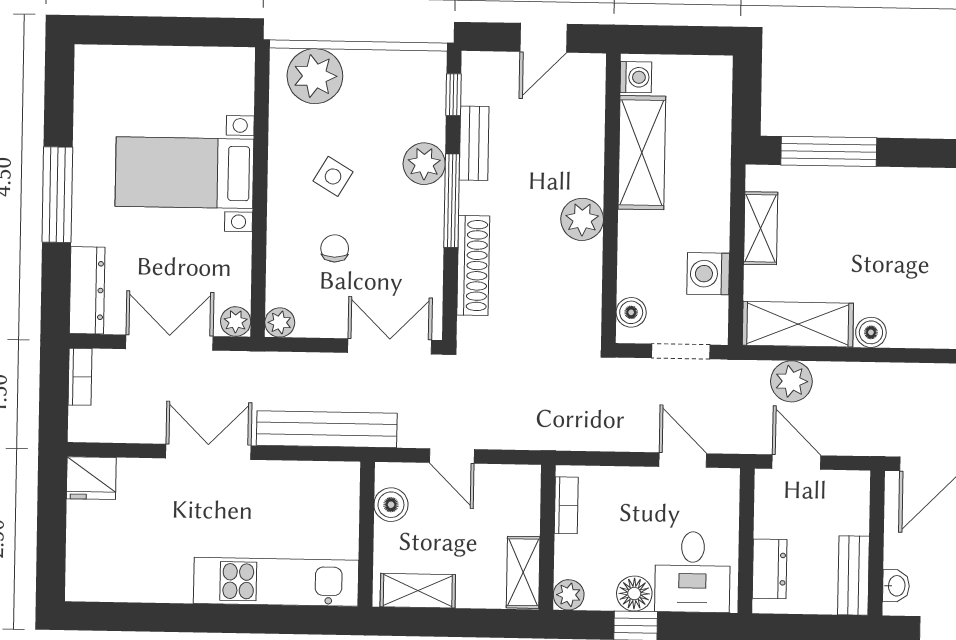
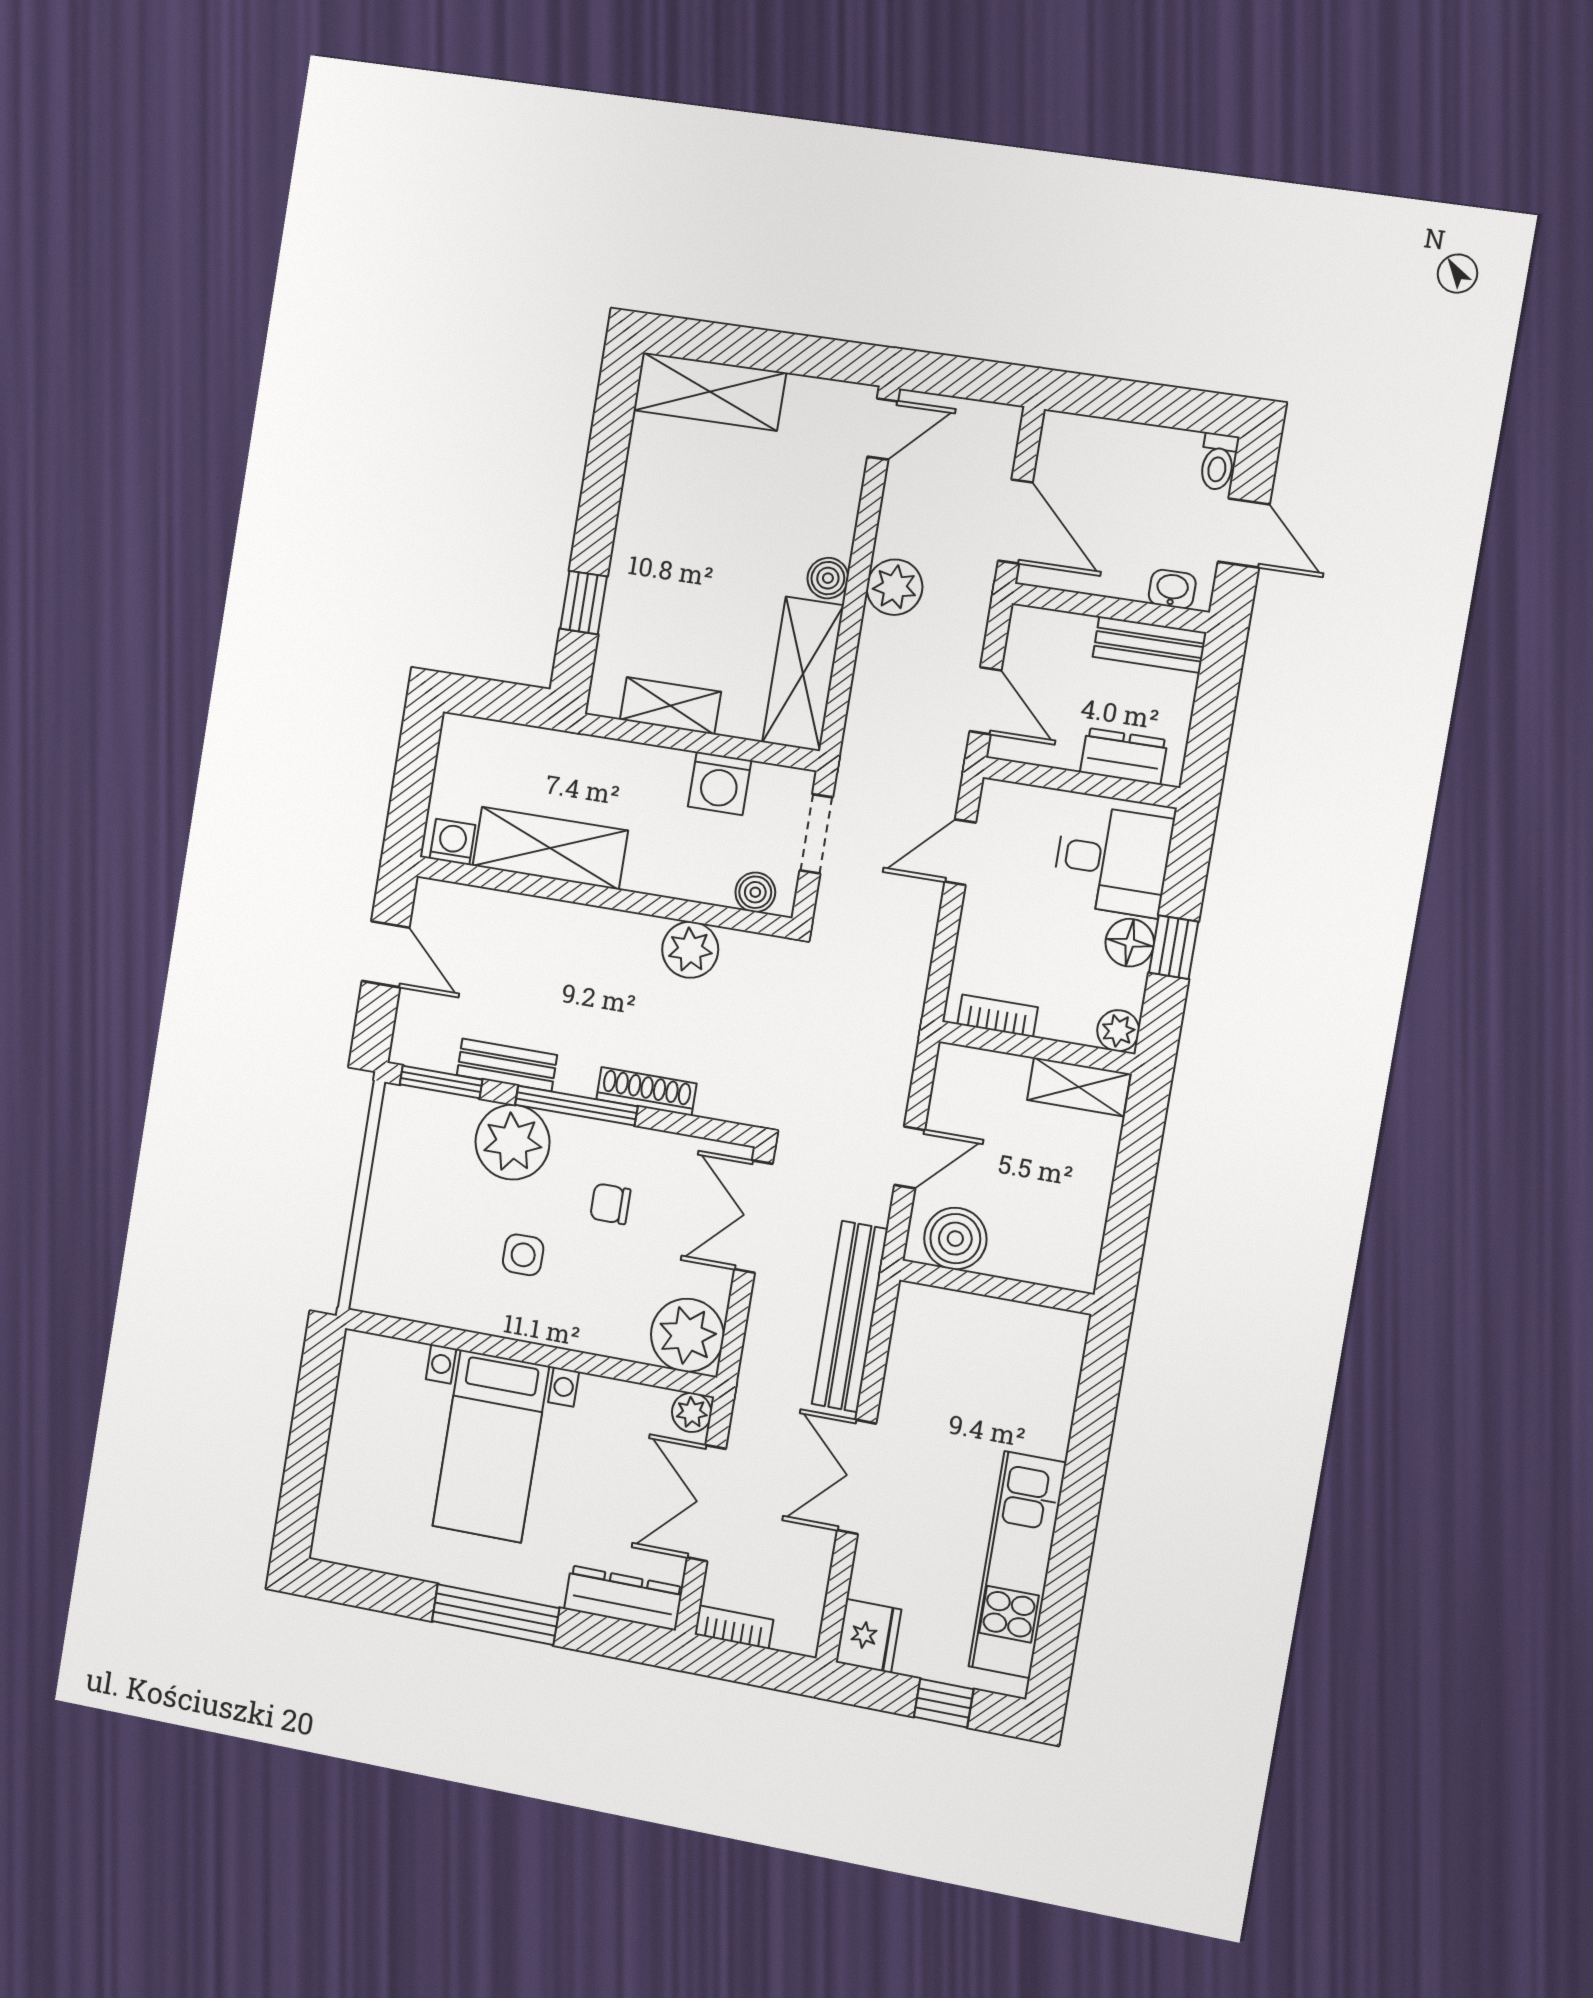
plant: (315, 76) -> (392, 1257), removed
window: (454, 95) -> (441, 1082), width x1.50
window: (829, 151) -> (584, 603), width x0.46
plant: (424, 164) -> (512, 1142), width x1.36, depth x1.36
side table: (333, 176) -> (523, 1255), turned -31
plant: (582, 219) -> (690, 950), moved
chair: (335, 248) -> (610, 1204), moved
shoe rack: (473, 265) -> (646, 1091), width x0.74, depth x0.81
plant: (280, 322) -> (687, 1335), width x1.87, depth x1.87
plant: (791, 381) -> (894, 587), moved
door: (796, 462) -> (985, 701), swing flipped
boiler: (391, 505) -> (955, 1239), width x1.36, depth x1.36
window: (51, 541) -> (944, 1703), added
kitchen unit: (276, 582) -> (1017, 1565), moved
shelving: (418, 591) -> (1082, 1231), removed

